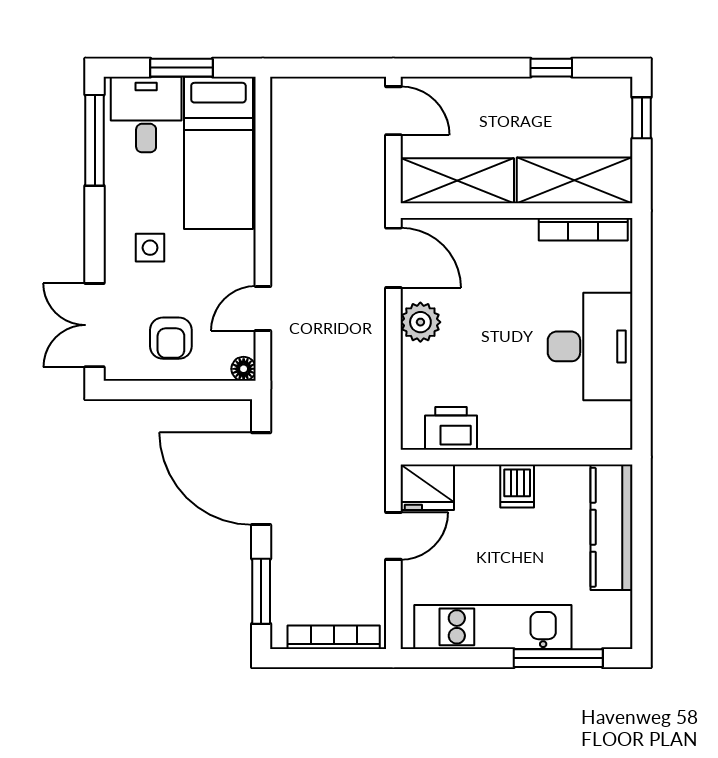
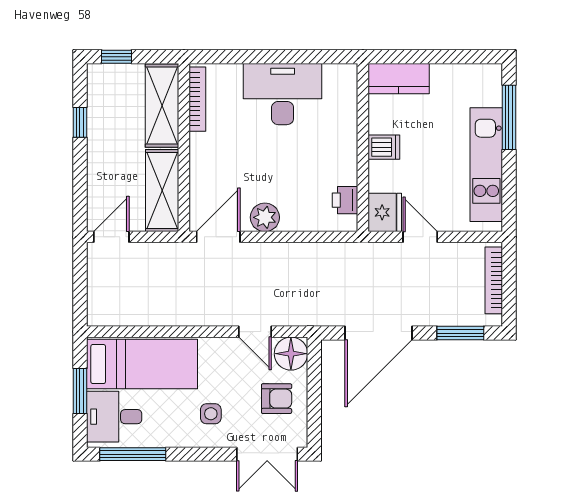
floor lamp: (244, 369) -> (291, 354), width x1.89, depth x1.89
printer: (451, 428) -> (345, 200), width x0.73, depth x0.81
kitchen counter: (611, 527) -> (399, 79), width x0.67

